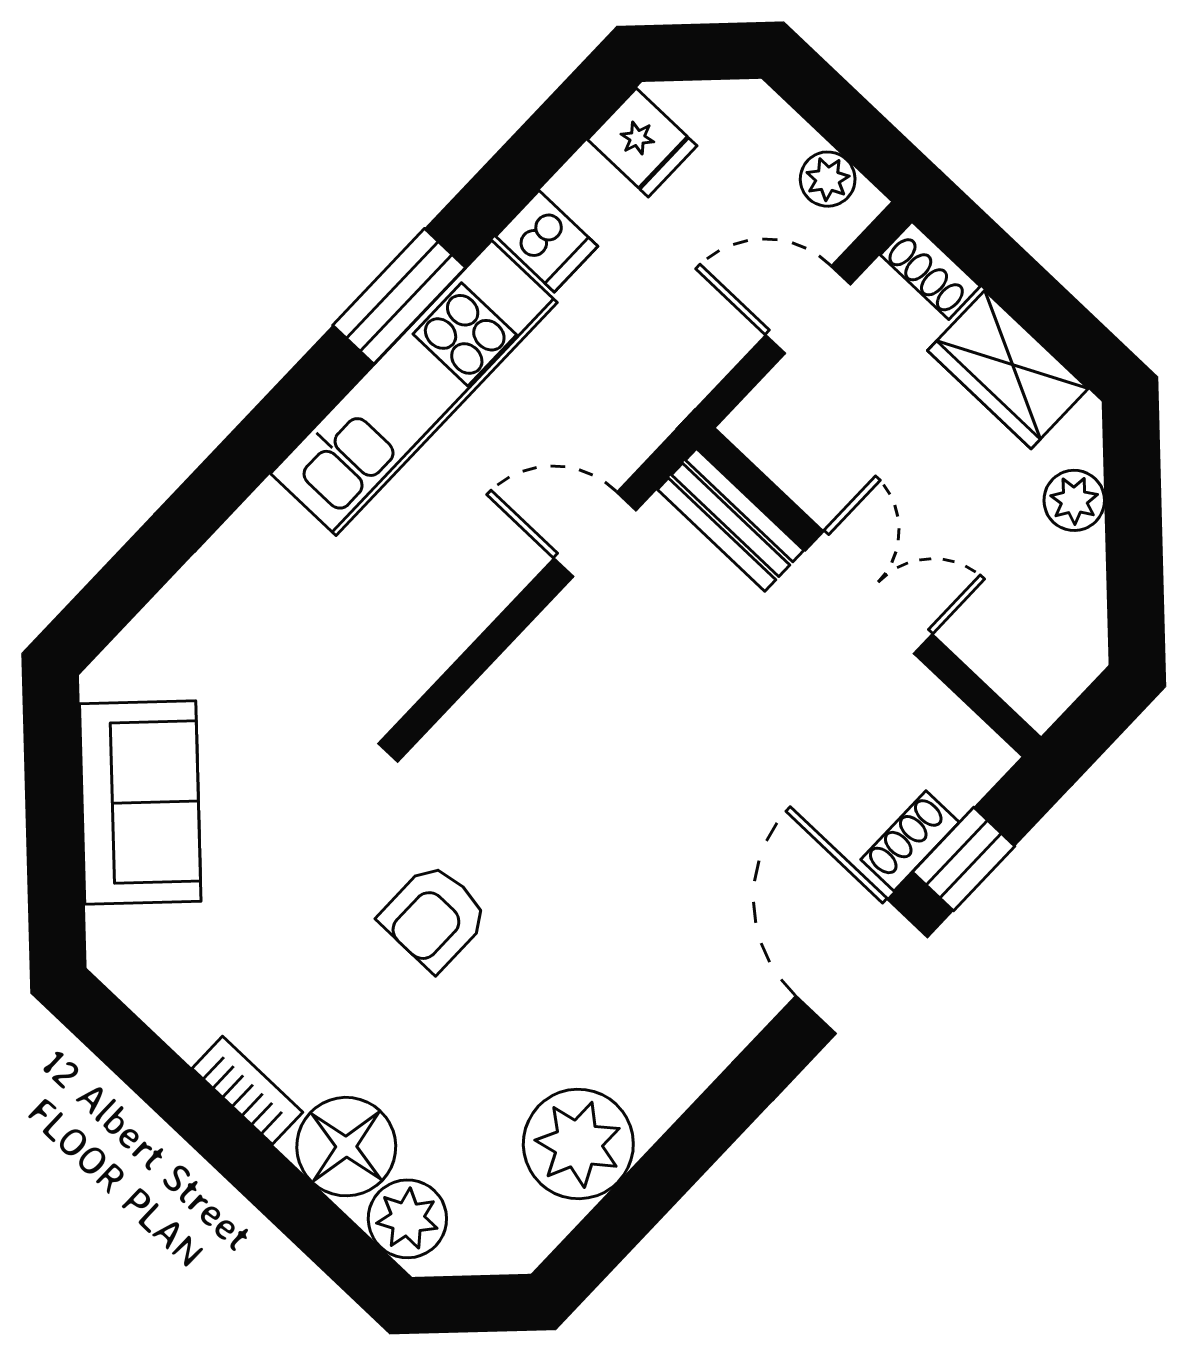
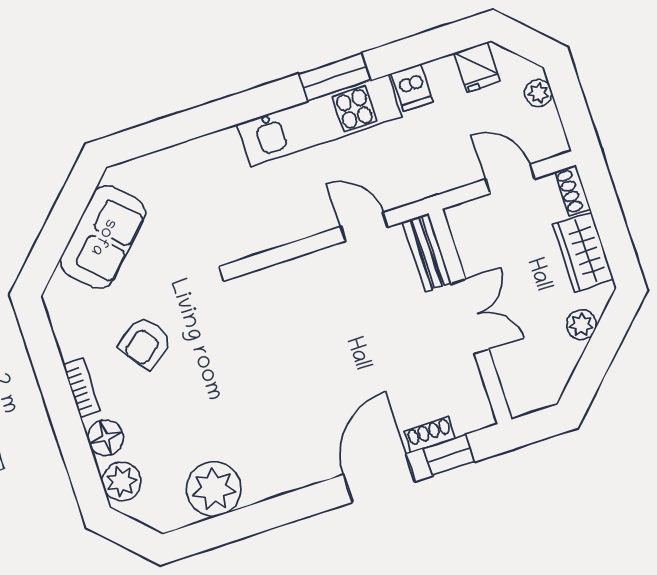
plant: (828, 179) -> (538, 93), moved
armchair: (434, 917) -> (145, 343), moved, turned -36
floor lamp: (346, 1147) -> (105, 438), width x0.73, depth x0.73

